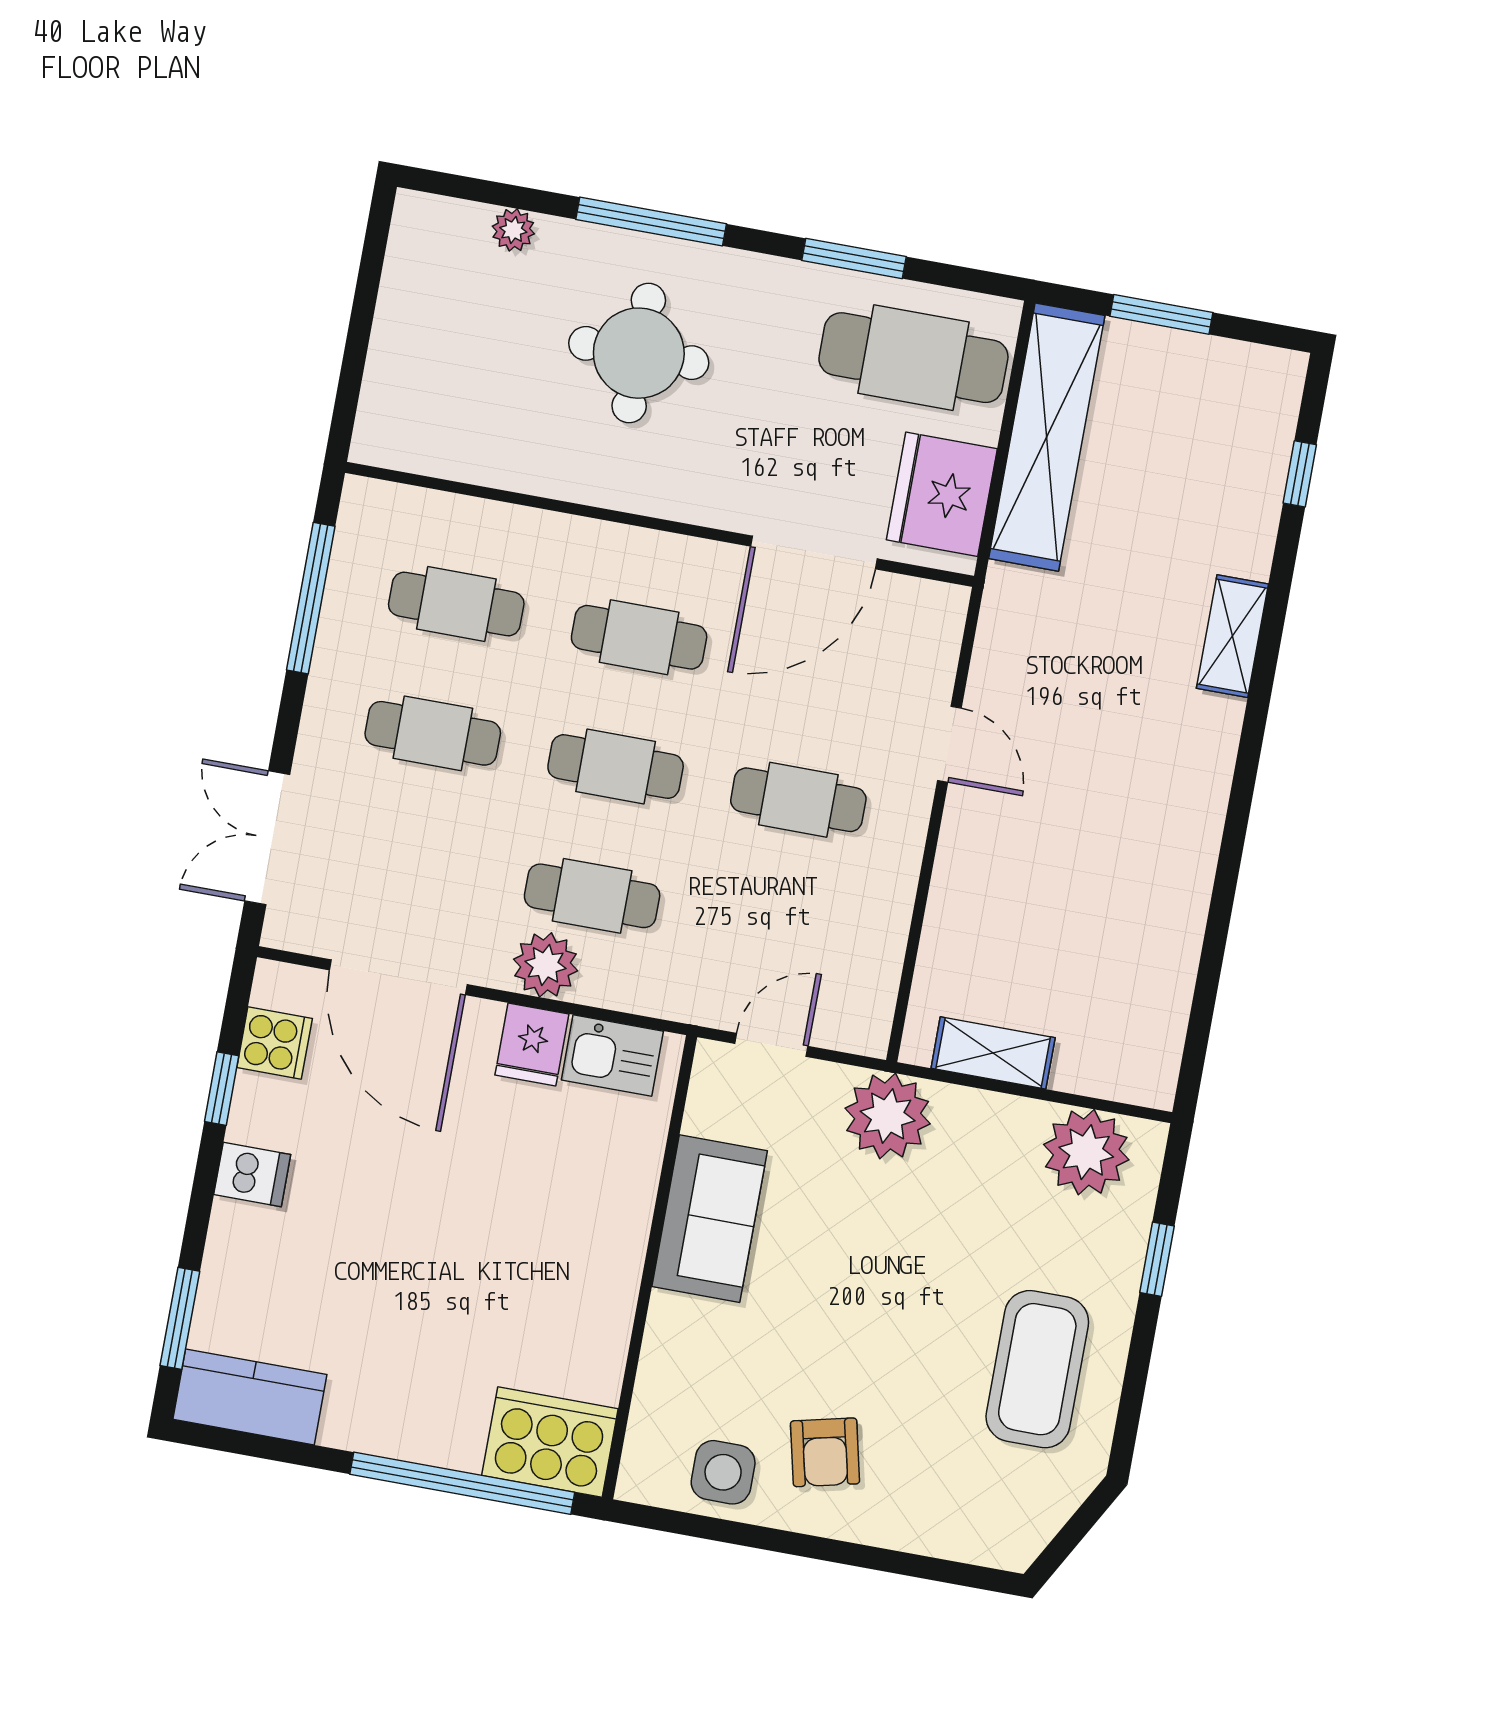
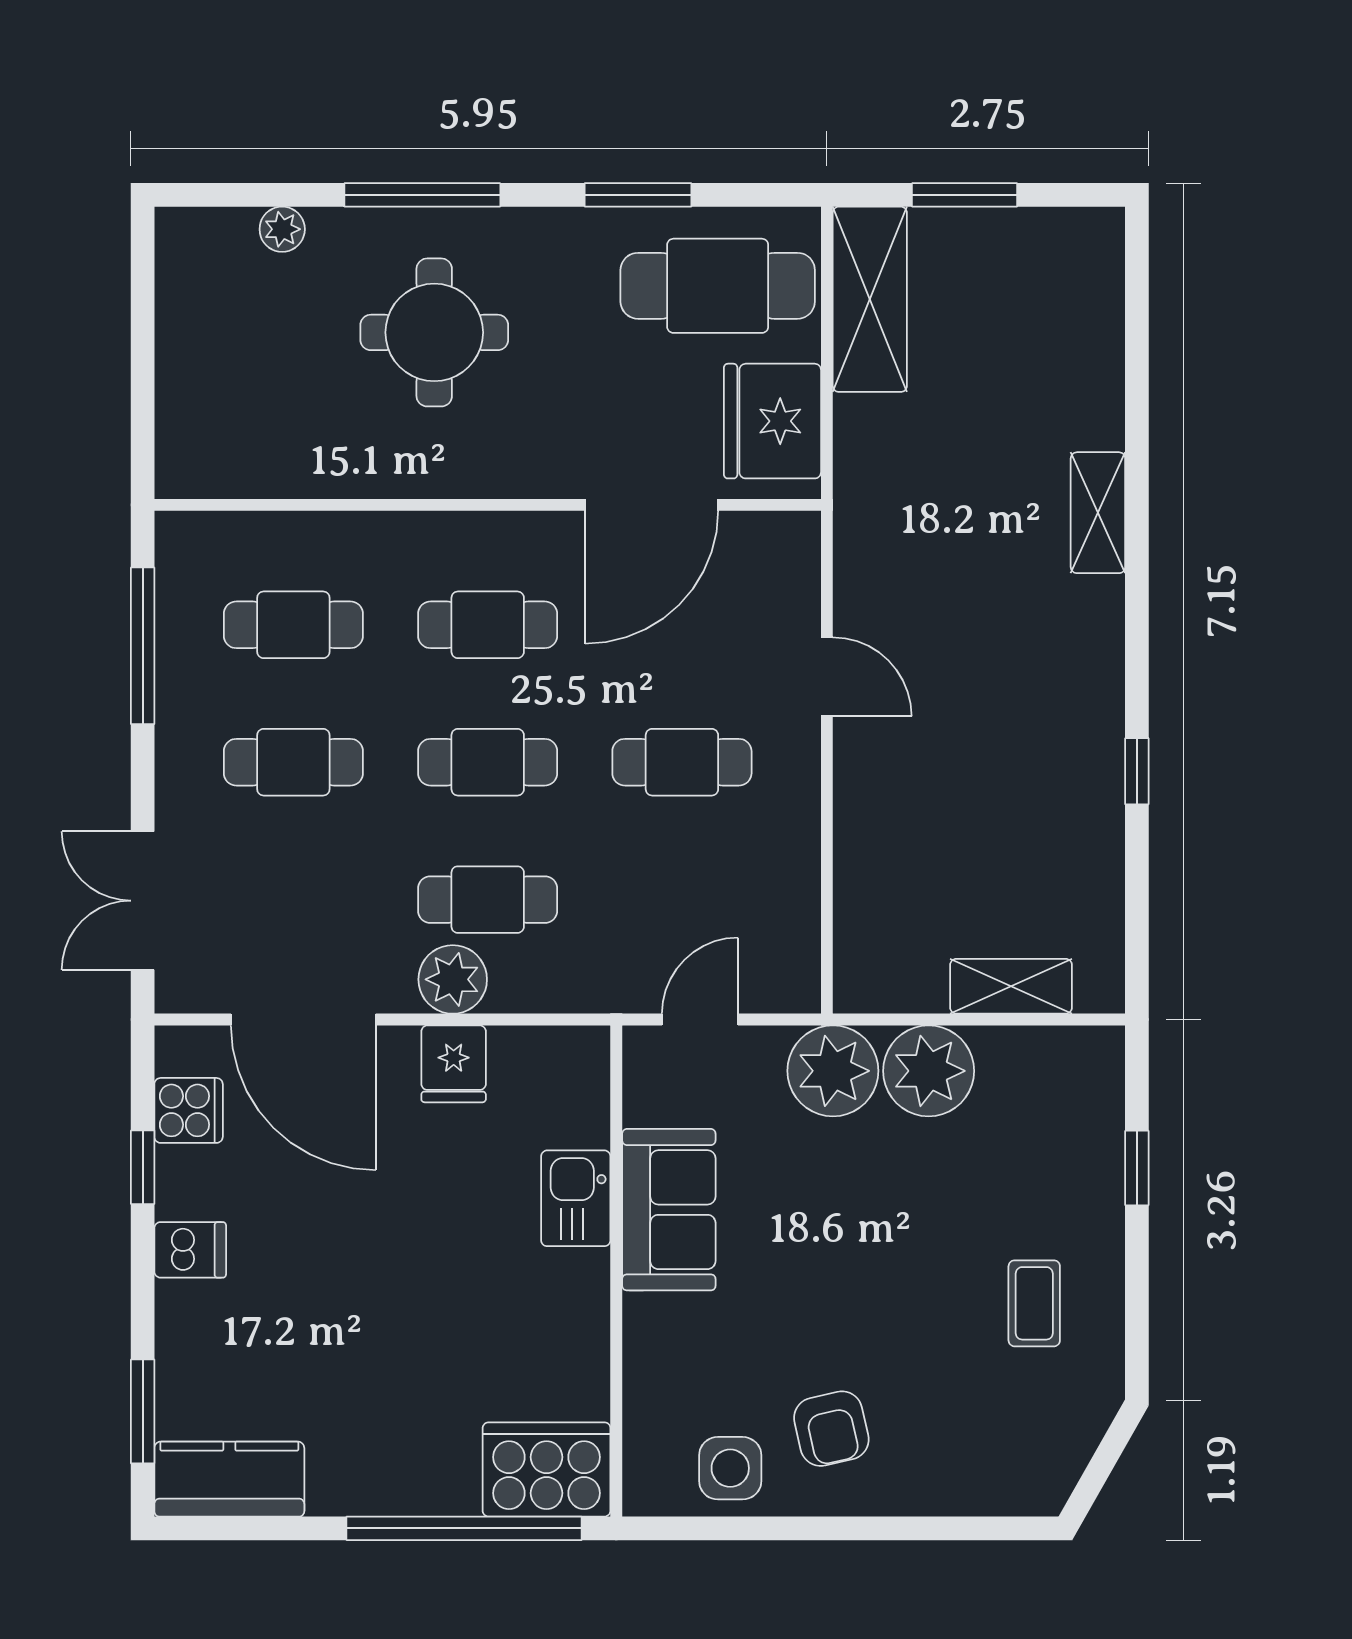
shelving: (1047, 437) -> (870, 299), width x0.68
window: (1300, 474) -> (1137, 771), moved
shelving: (993, 1053) -> (1011, 986), moved
kitchen sink: (612, 1056) -> (576, 1198), moved, turned 90
plant: (1086, 1152) -> (929, 1071), moved
coffee table: (1037, 1369) -> (1034, 1303), width x0.54, depth x0.58

